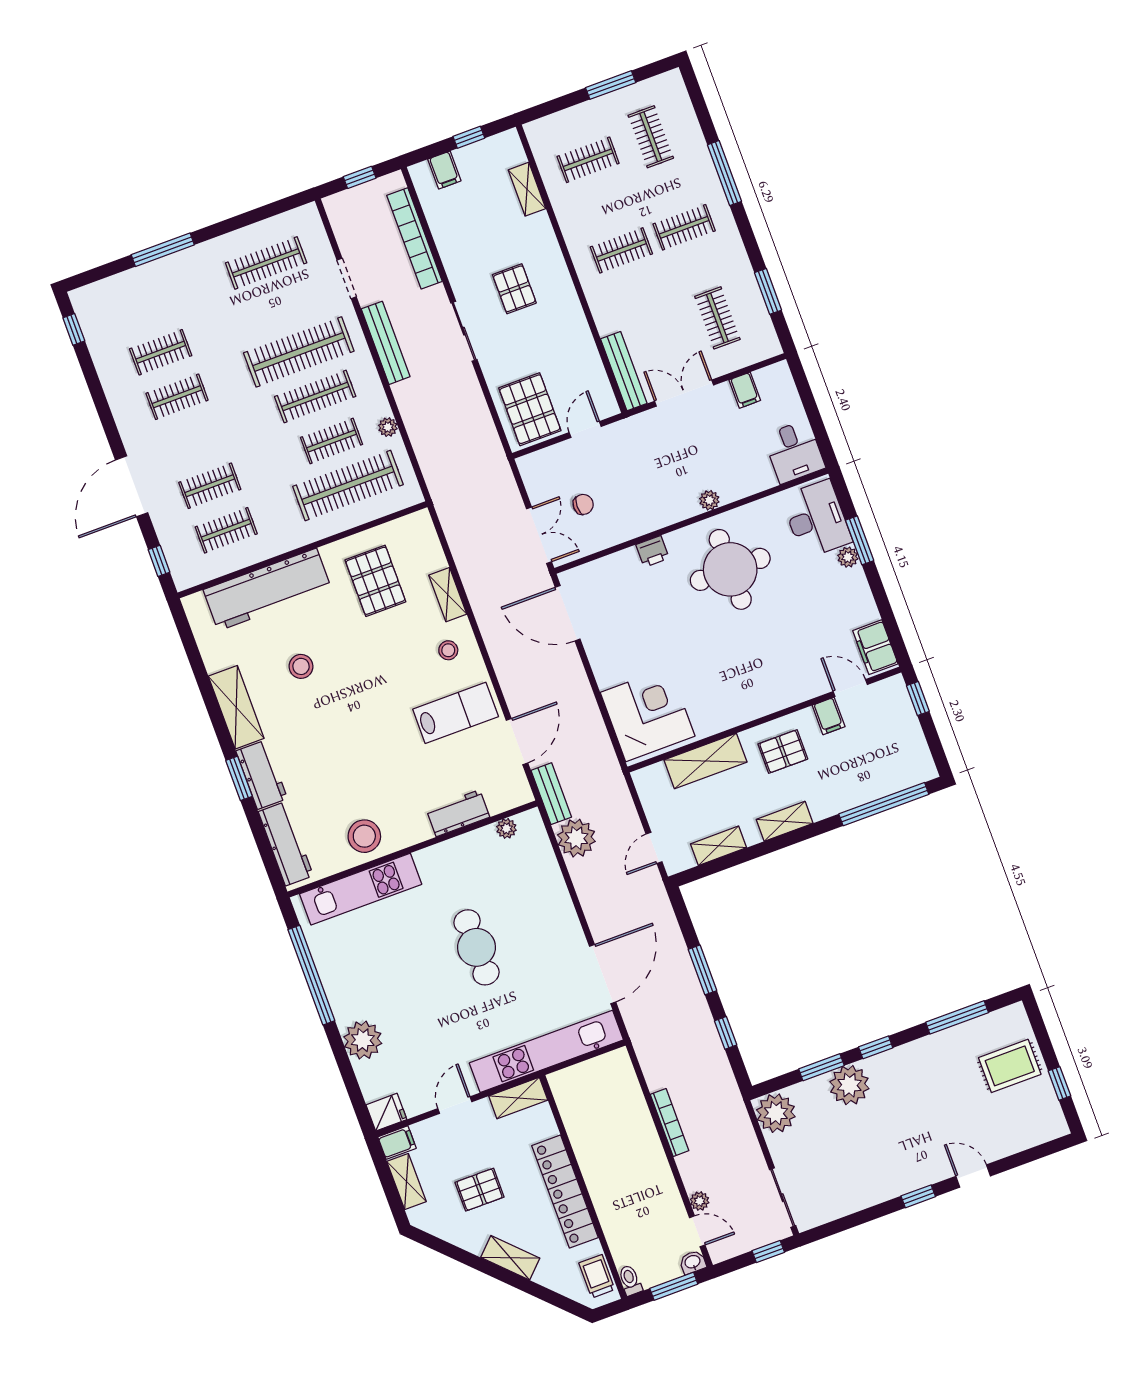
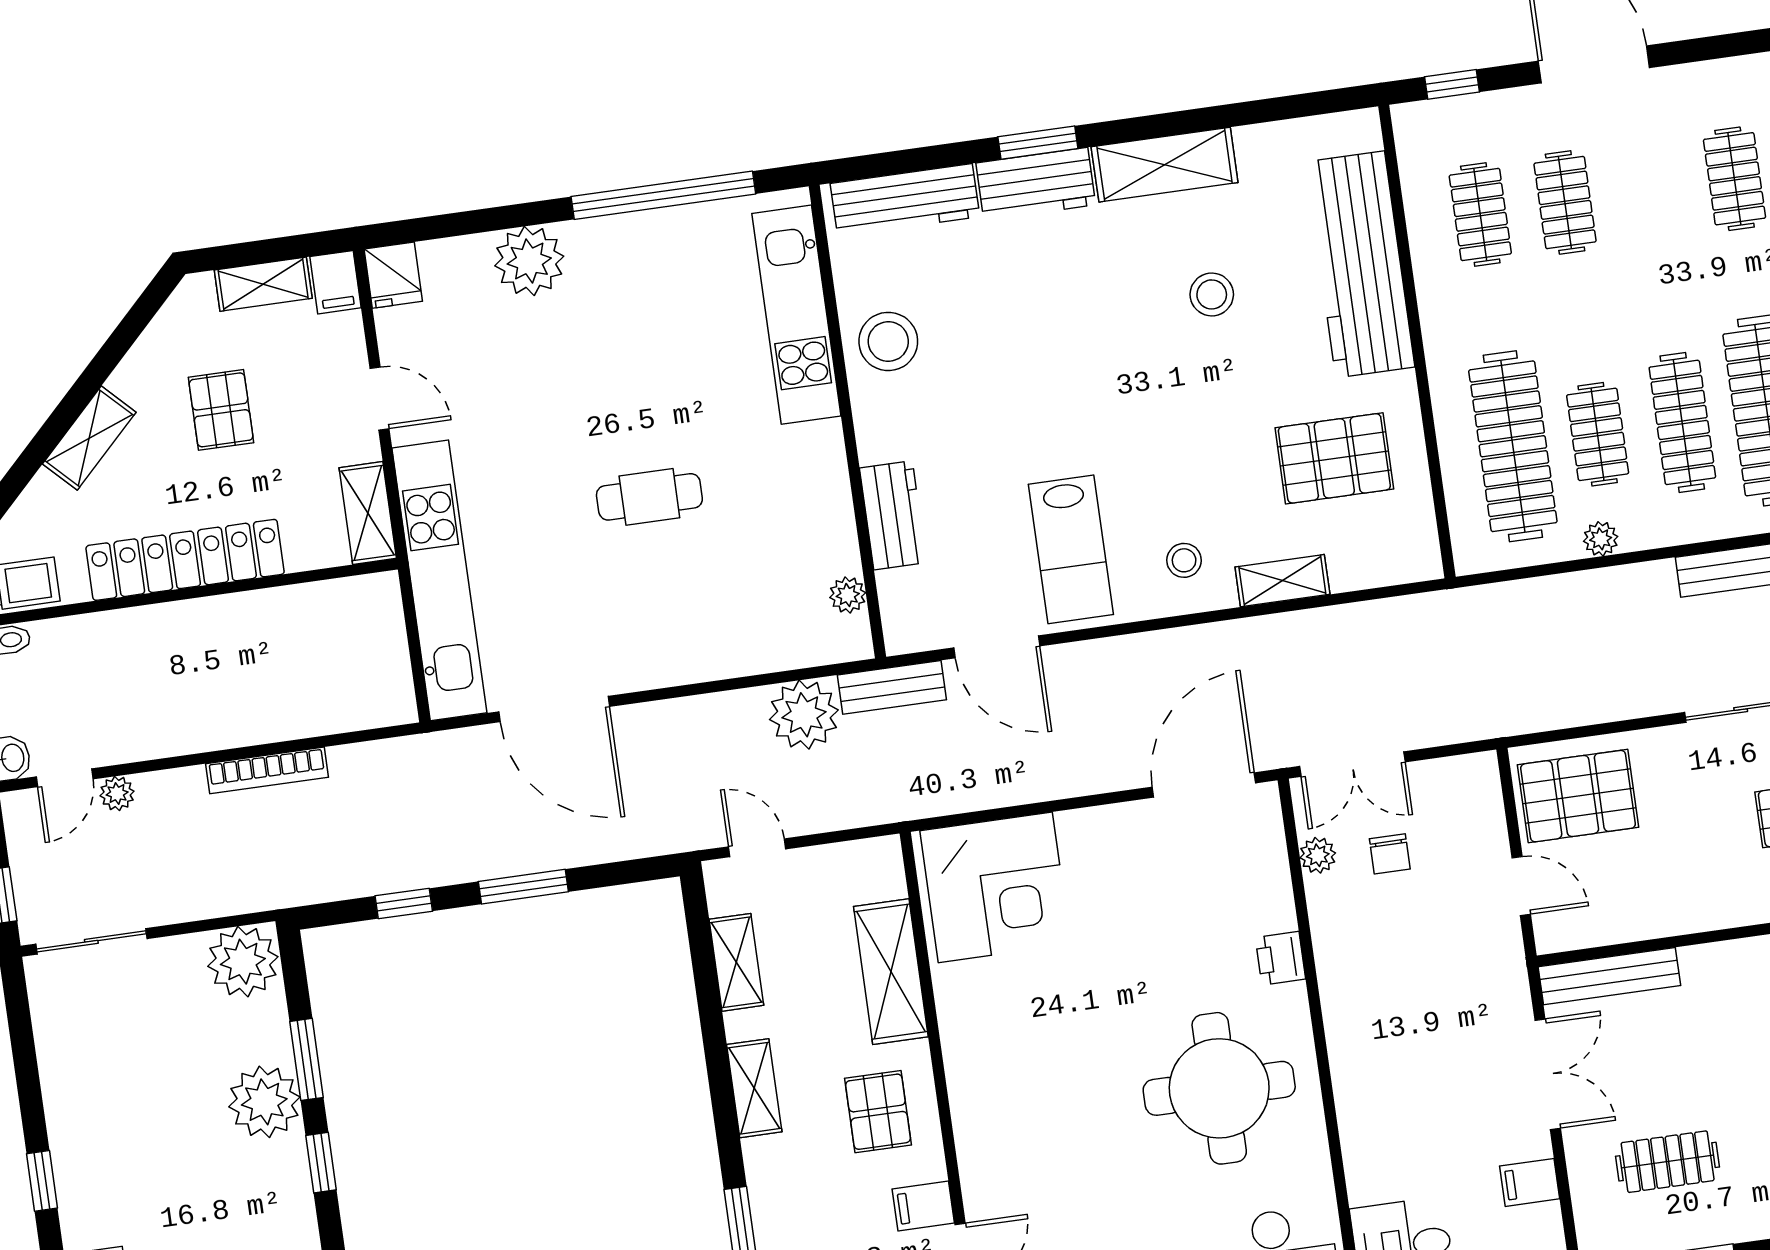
plant: (709, 500) -> (1318, 855), moved
cafe table: (477, 947) -> (649, 497), width x0.73, depth x0.74

